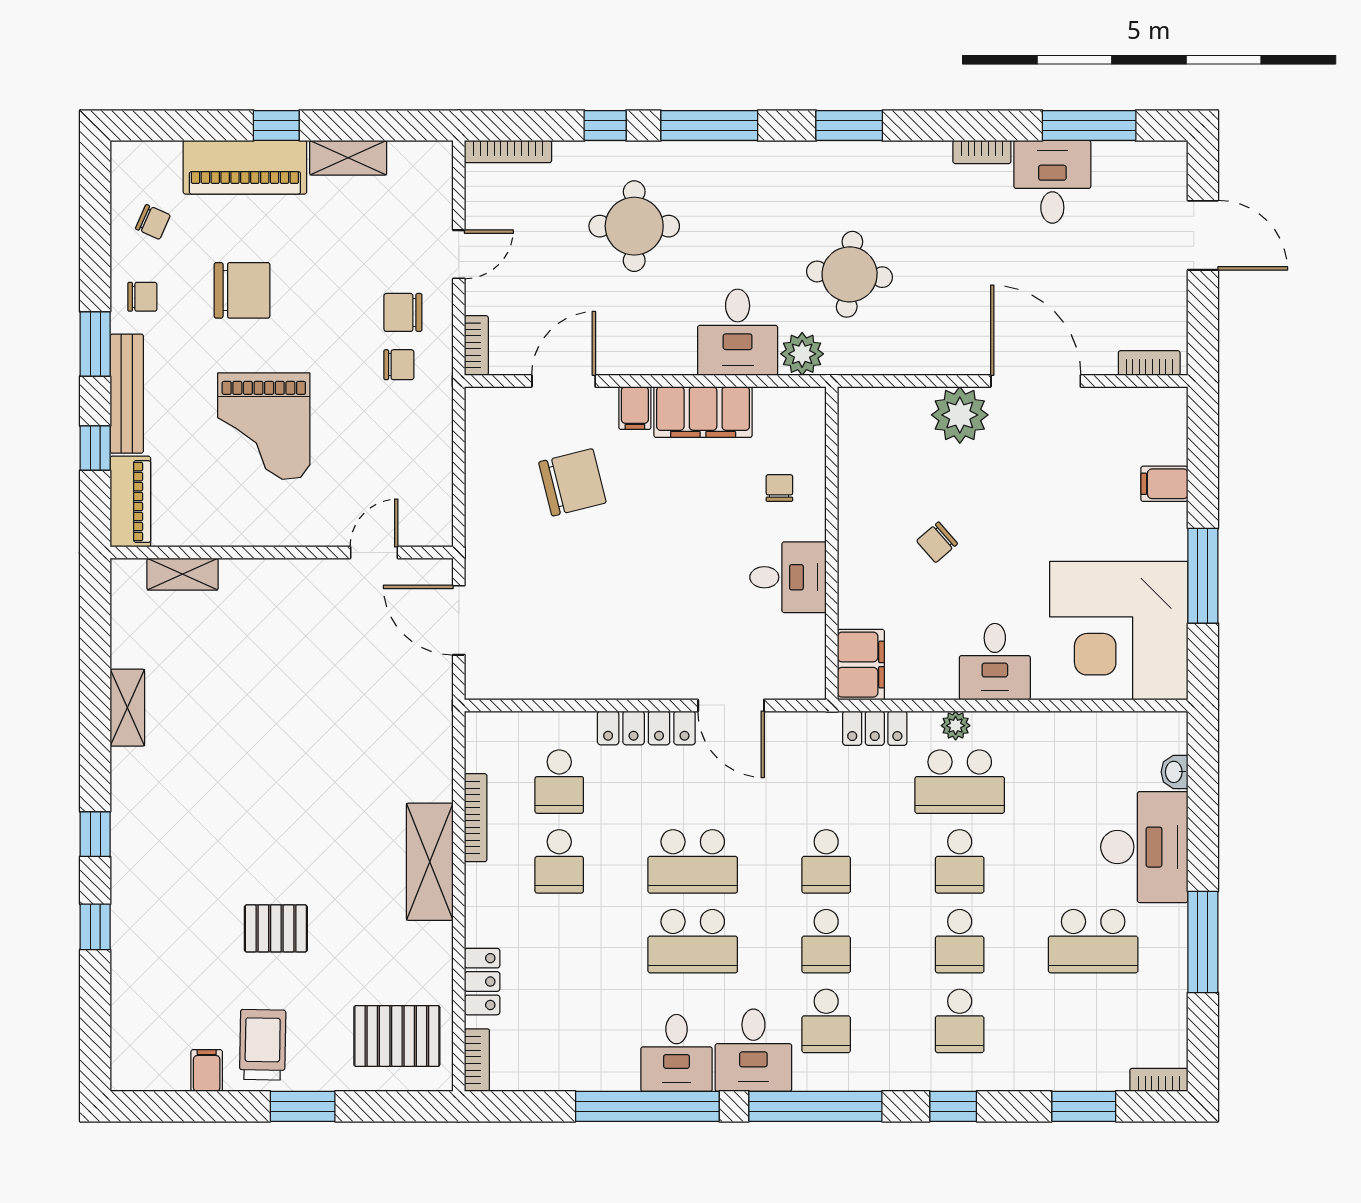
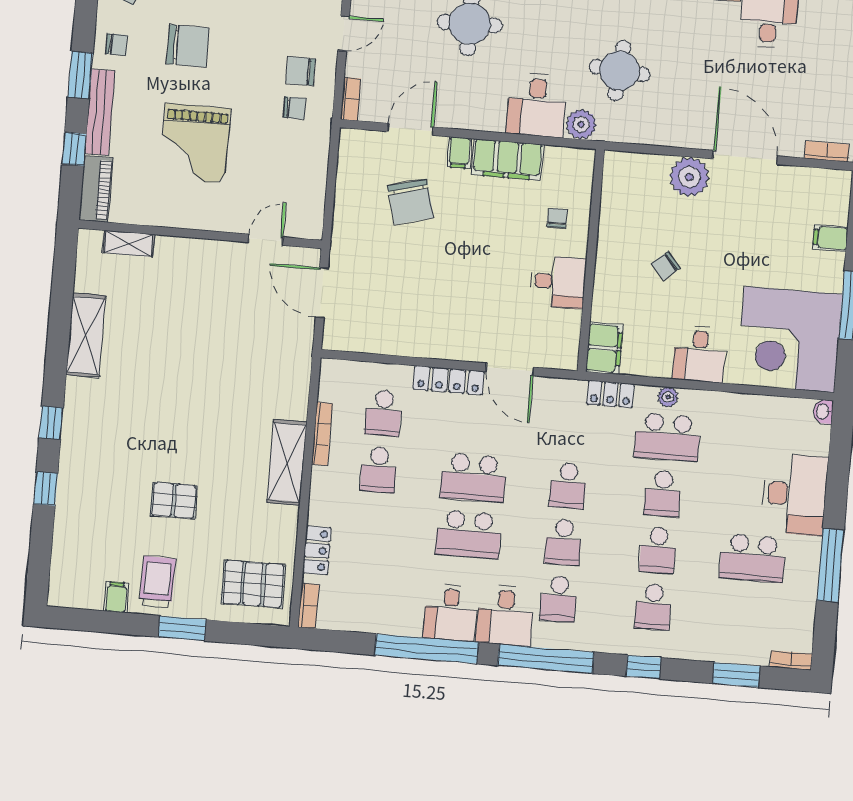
chair: (572, 482) -> (411, 202), turned 89
shelving: (127, 708) -> (86, 335), width x1.50, depth x1.33
washbasin: (1175, 772) -> (823, 412), moved

